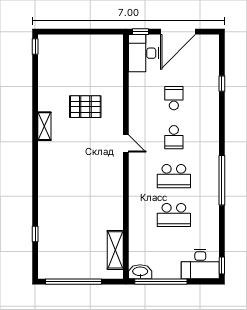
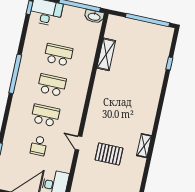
school desk: (174, 137) -> (45, 115), width x1.85
door: (126, 143) -> (78, 143), moved
shelving: (115, 250) -> (106, 54), moved

